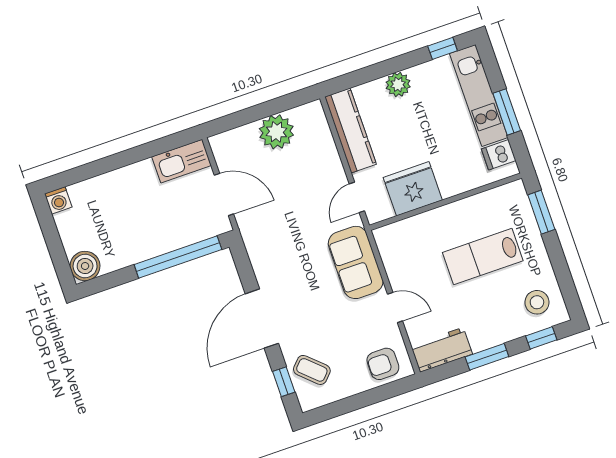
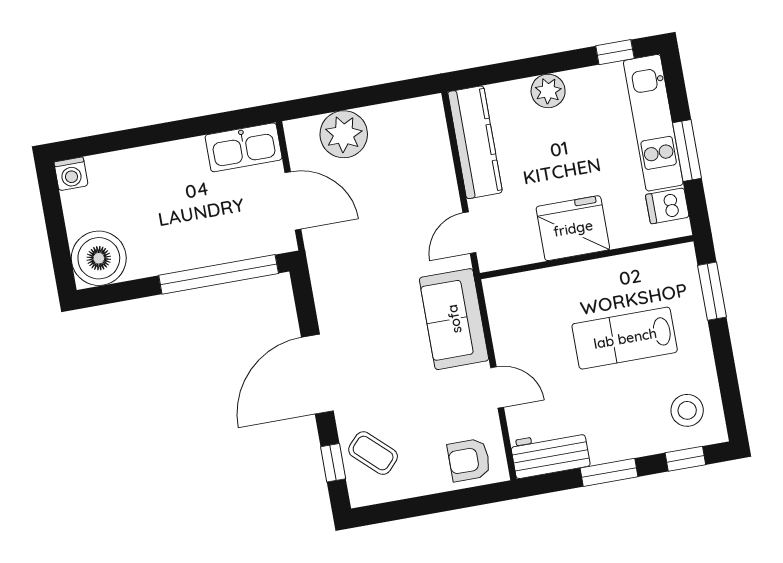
plant: (276, 132) -> (344, 134), moved
fridge: (413, 189) -> (573, 228), moved
boiler: (85, 266) -> (99, 258), width x1.37, depth x1.37

